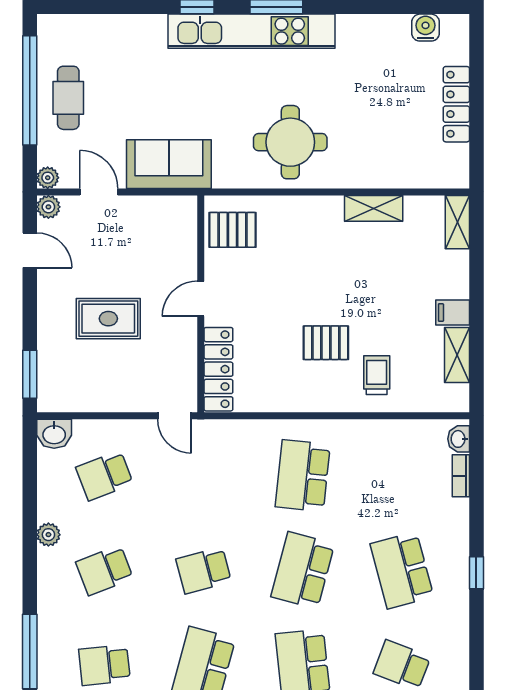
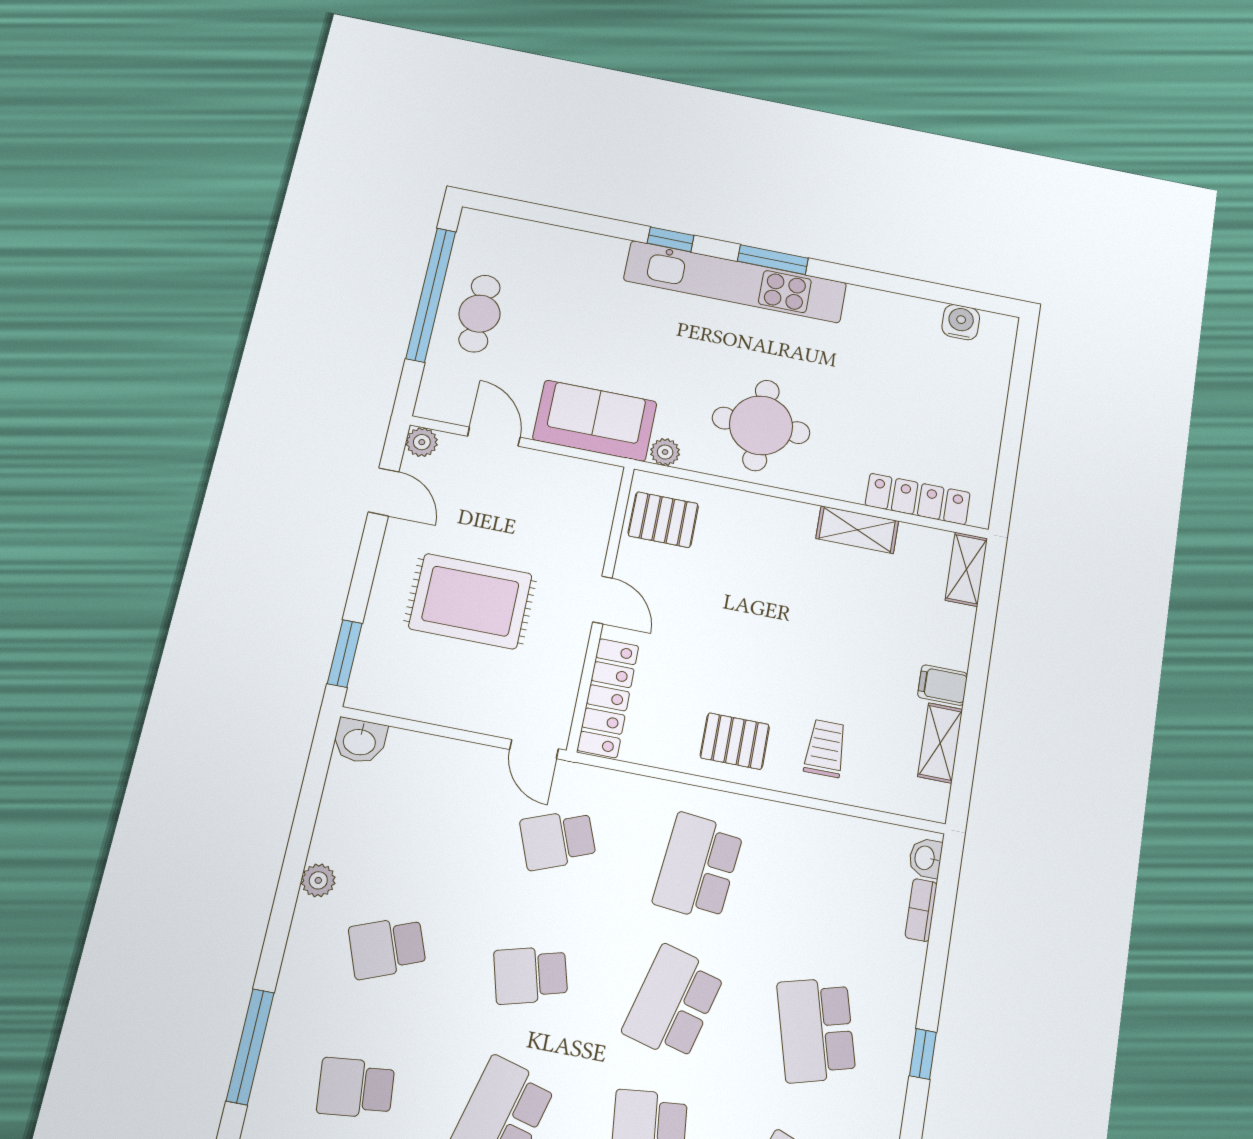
locker: (456, 104) -> (918, 499), moved, turned 90
plant: (48, 178) -> (665, 452), moved
door: (201, 299) -> (602, 600), swing flipped
rug: (108, 319) -> (470, 601), width x1.36, depth x1.43
pallet: (326, 343) -> (735, 741), moved
school desk: (104, 476) -> (558, 840), moved

